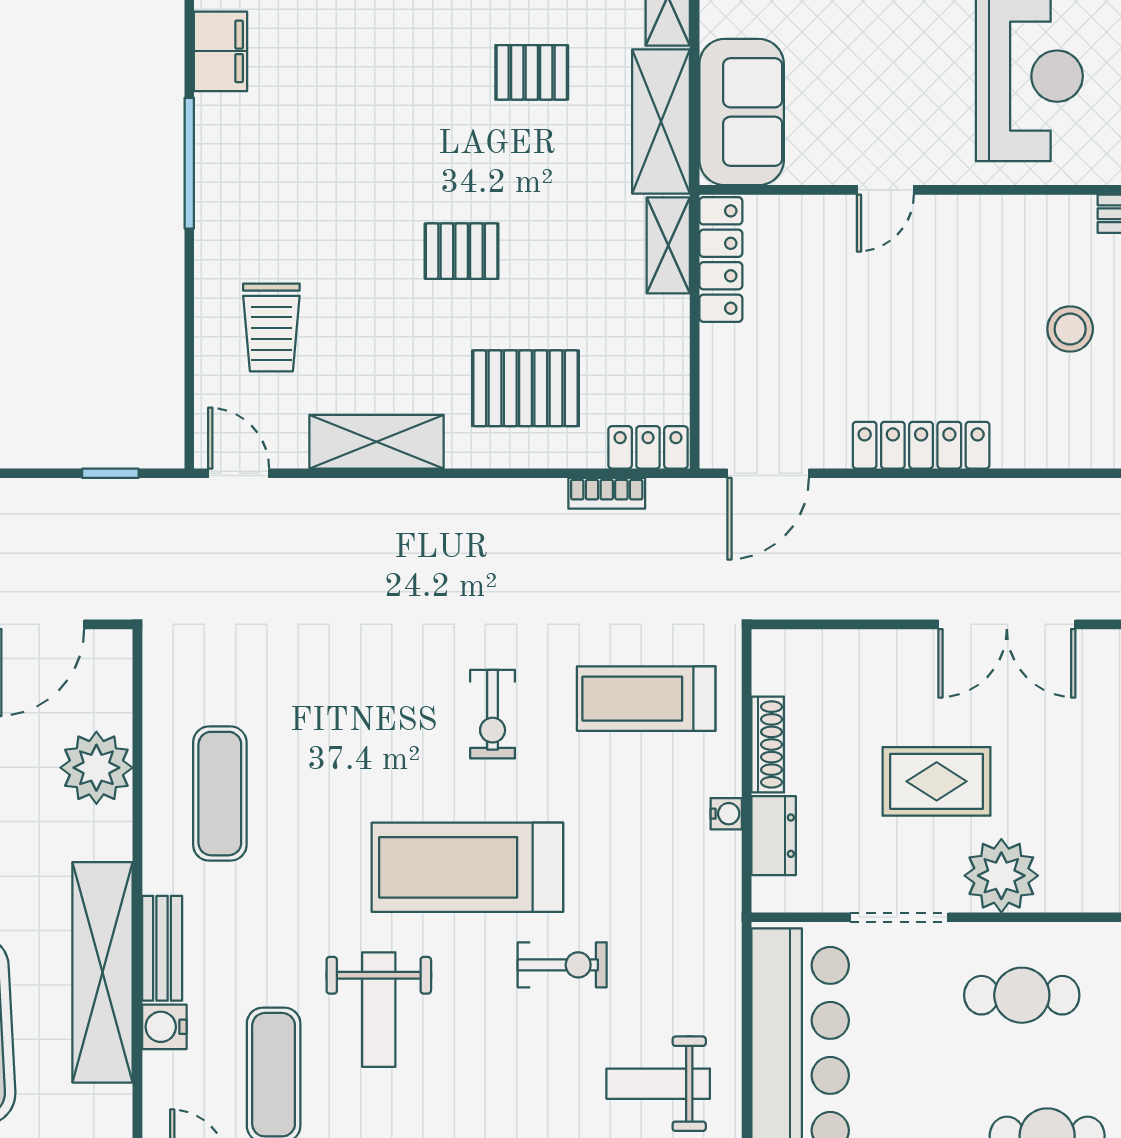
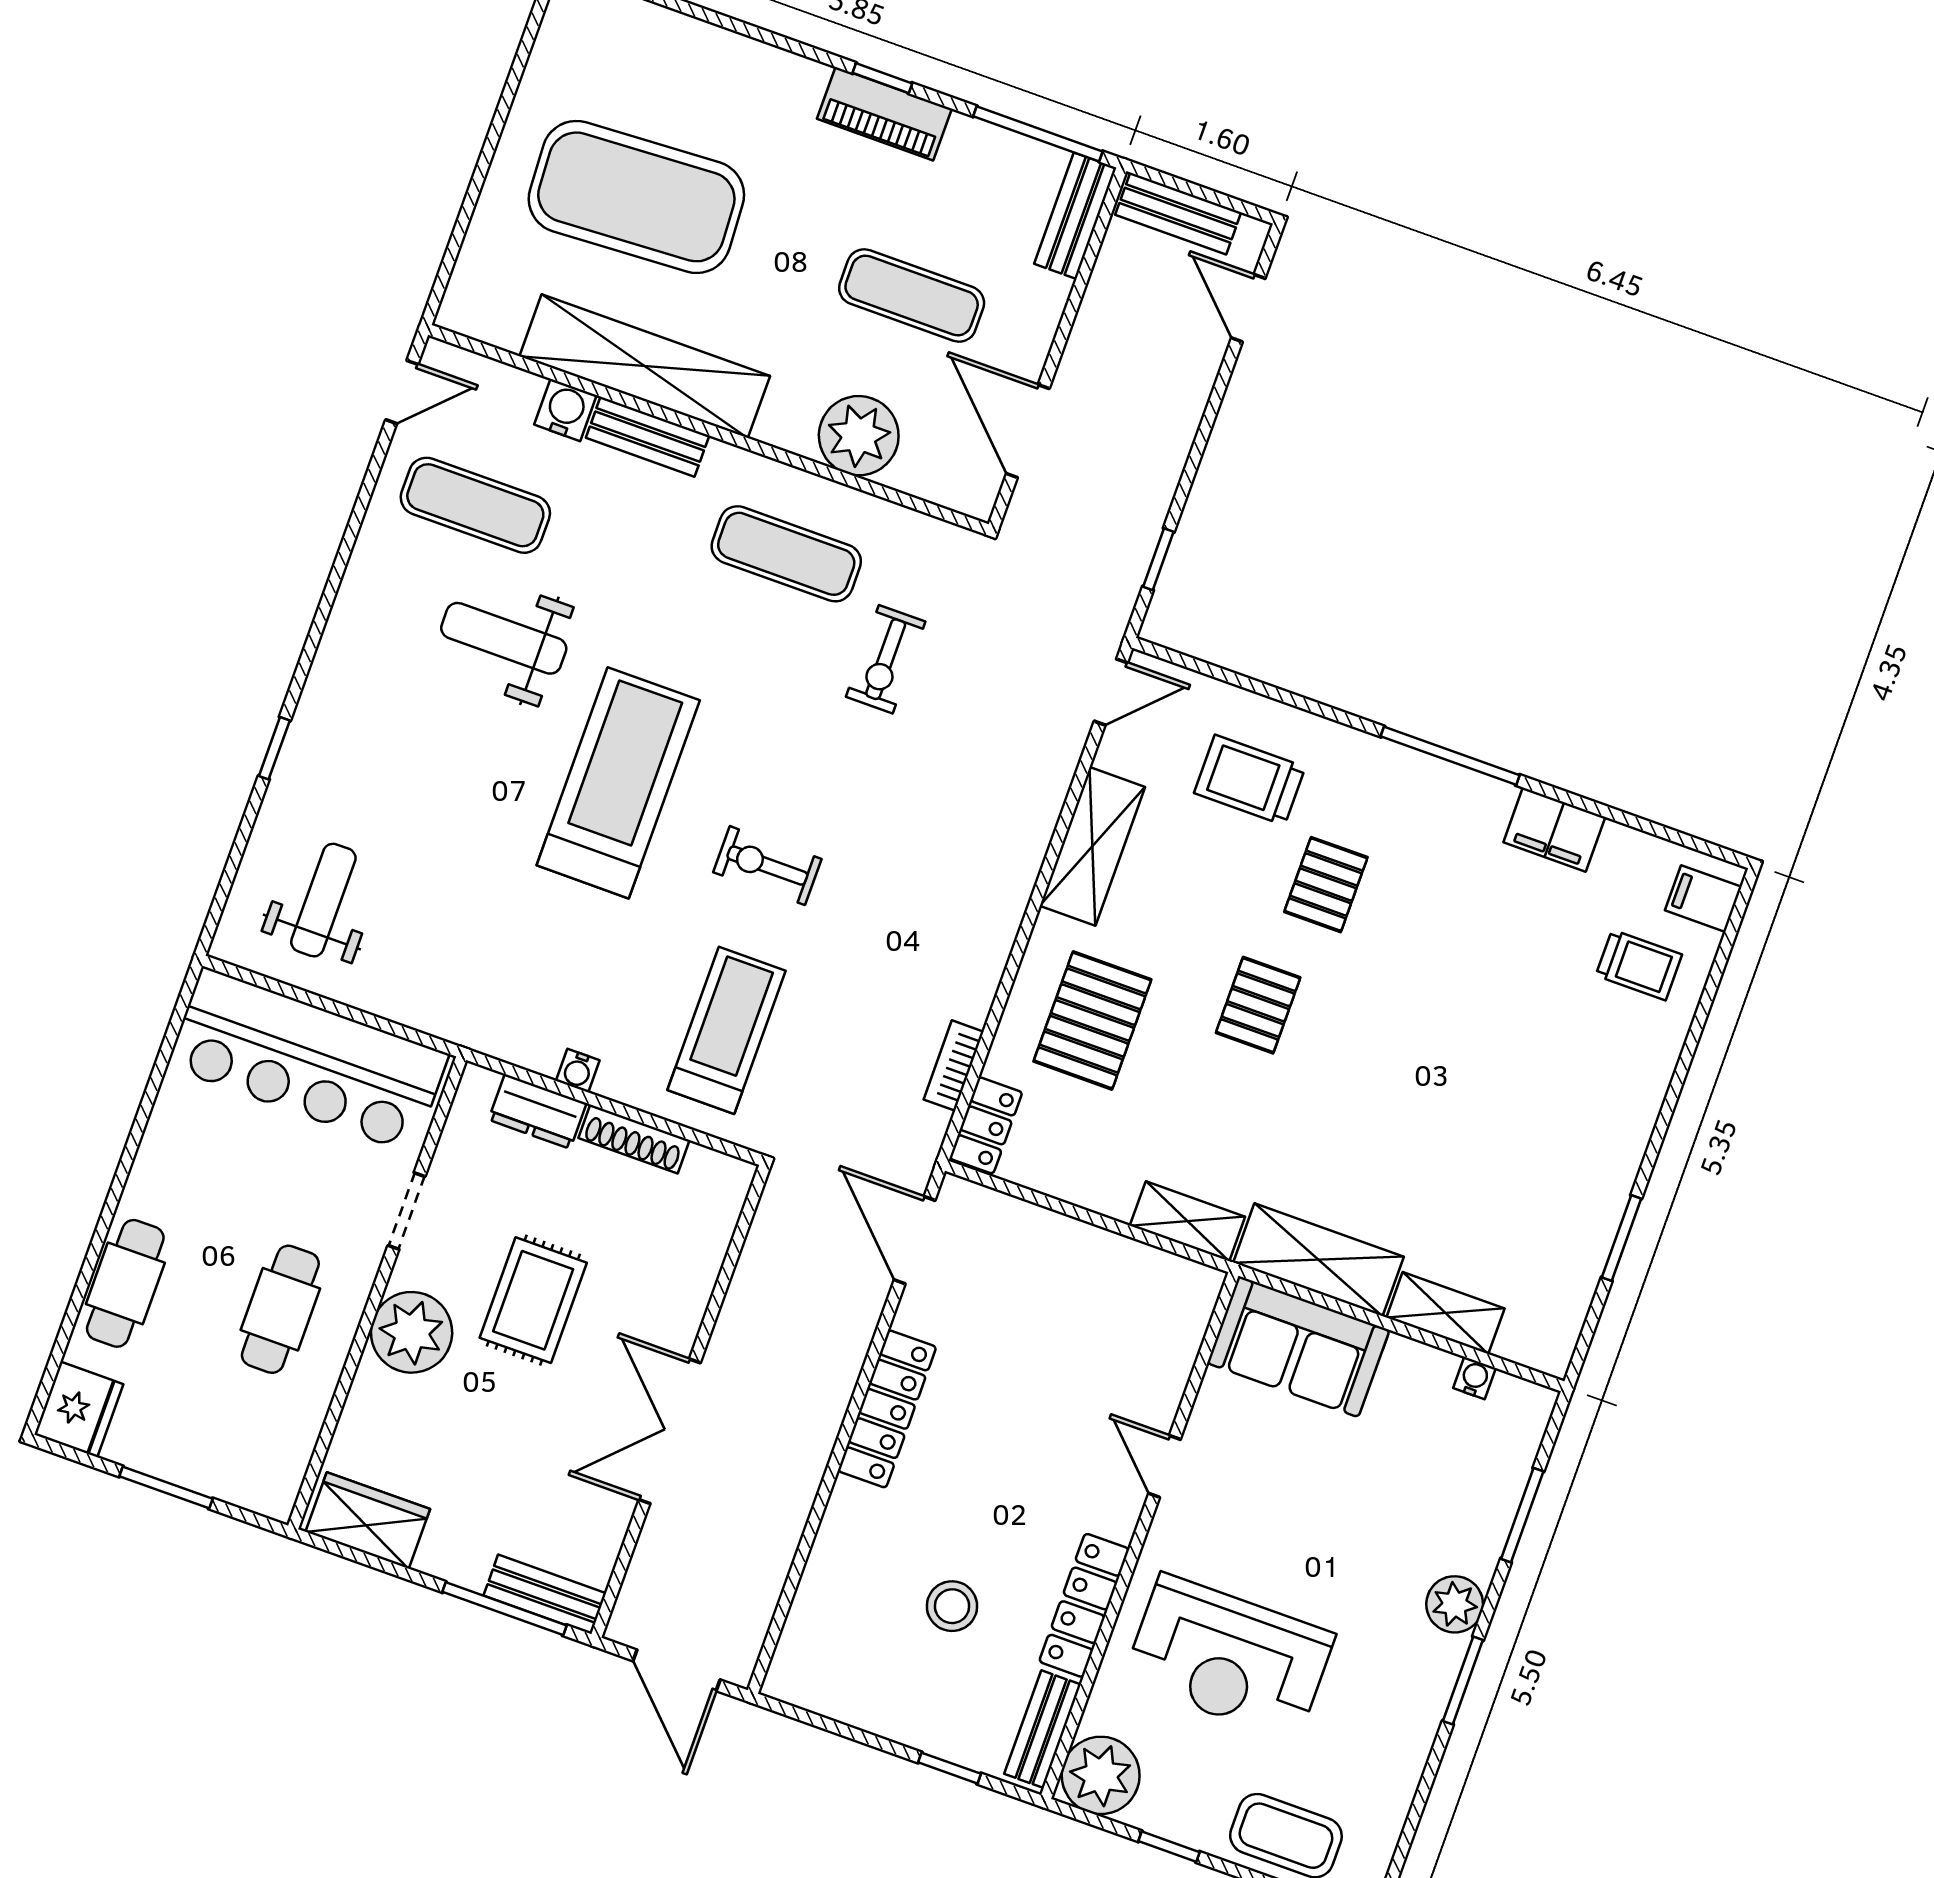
pallet: (532, 72) -> (1326, 885), moved
locker: (721, 260) -> (1084, 1605), moved, turned 90
doorway: (899, 917) -> (406, 1211), width x0.73
exercise bike: (562, 965) -> (886, 659), moved

